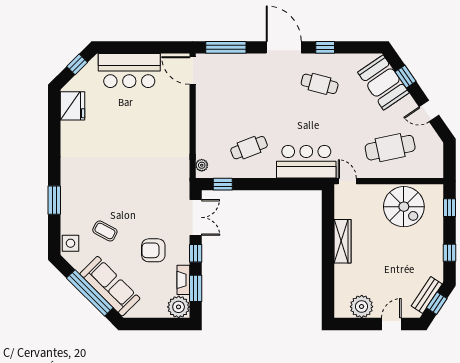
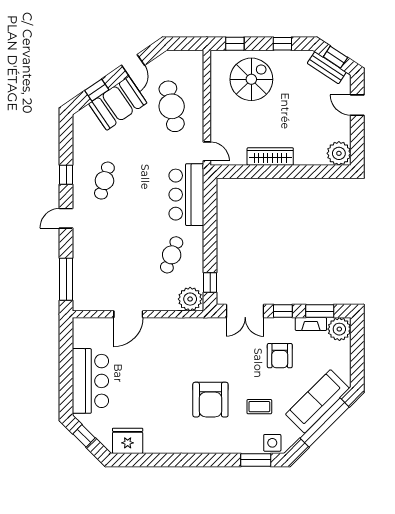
door: (284, 47) -> (66, 218), width x0.53
door: (193, 71) -> (128, 314), moved
booth: (383, 83) -> (118, 103), moved
cafe table: (249, 148) -> (172, 255), turned 42
plant: (202, 165) -> (190, 299), width x1.88, depth x1.88
door: (347, 181) -> (207, 151), swing flipped
armchair: (112, 185) -> (210, 400), added
window: (54, 200) -> (256, 460), moved
spiral stairs: (404, 207) -> (251, 79), moved
double door: (196, 217) -> (245, 311), swing flipped
coffee table: (105, 231) -> (259, 407), turned 62
plant: (362, 307) -> (339, 153), moved

